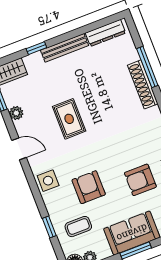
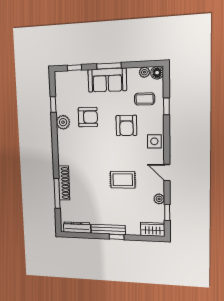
window: (36, 48) -> (117, 237), moved
rug: (69, 119) -> (123, 180), turned 90

